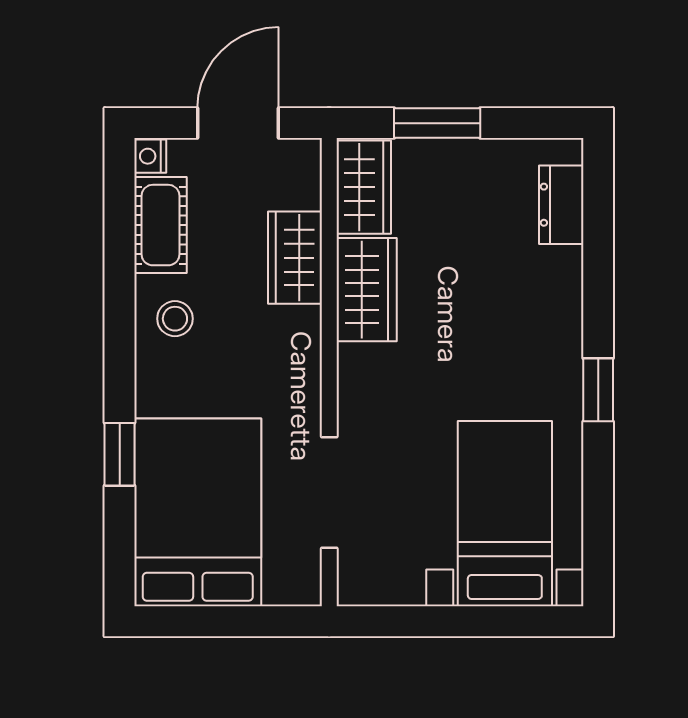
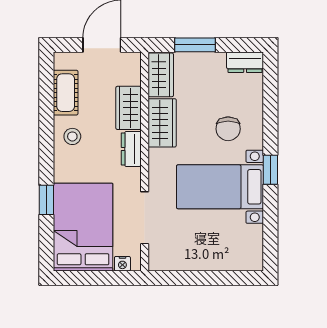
nightstand: (150, 156) -> (122, 264), moved, turned -90
dresser: (561, 205) -> (245, 62), moved, turned -90
chair: (508, 302) -> (228, 129), added
dresser: (301, 345) -> (131, 149), added
bed with nightstands: (505, 514) -> (220, 187), moved, turned -90

